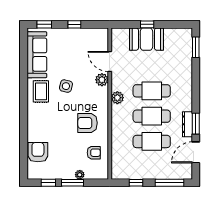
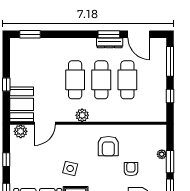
booth: (146, 39) -> (22, 104), moved
plant: (102, 80) -> (21, 131), moved
armchair: (94, 153) -> (131, 169), moved

